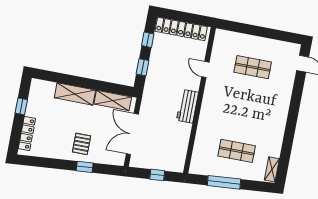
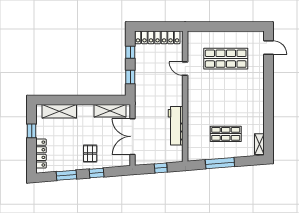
shop shelf: (253, 67) -> (226, 59), width x1.43, depth x1.36
shelving: (75, 94) -> (59, 111), moved
workbench: (187, 106) -> (176, 126), moved, width x1.38
window: (51, 163) -> (66, 175), added

